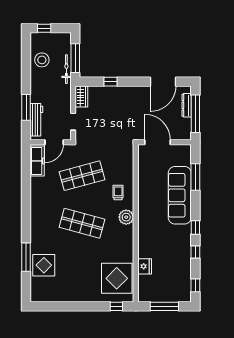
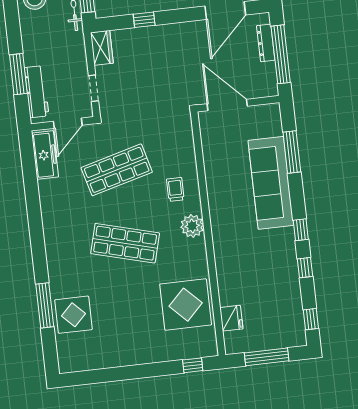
fridge: (145, 266) -> (231, 318), moved
display table: (117, 278) -> (186, 305), moved

